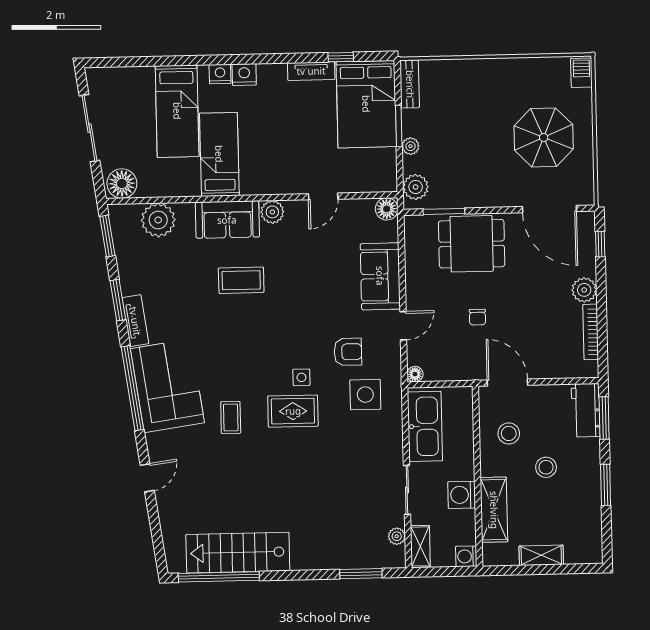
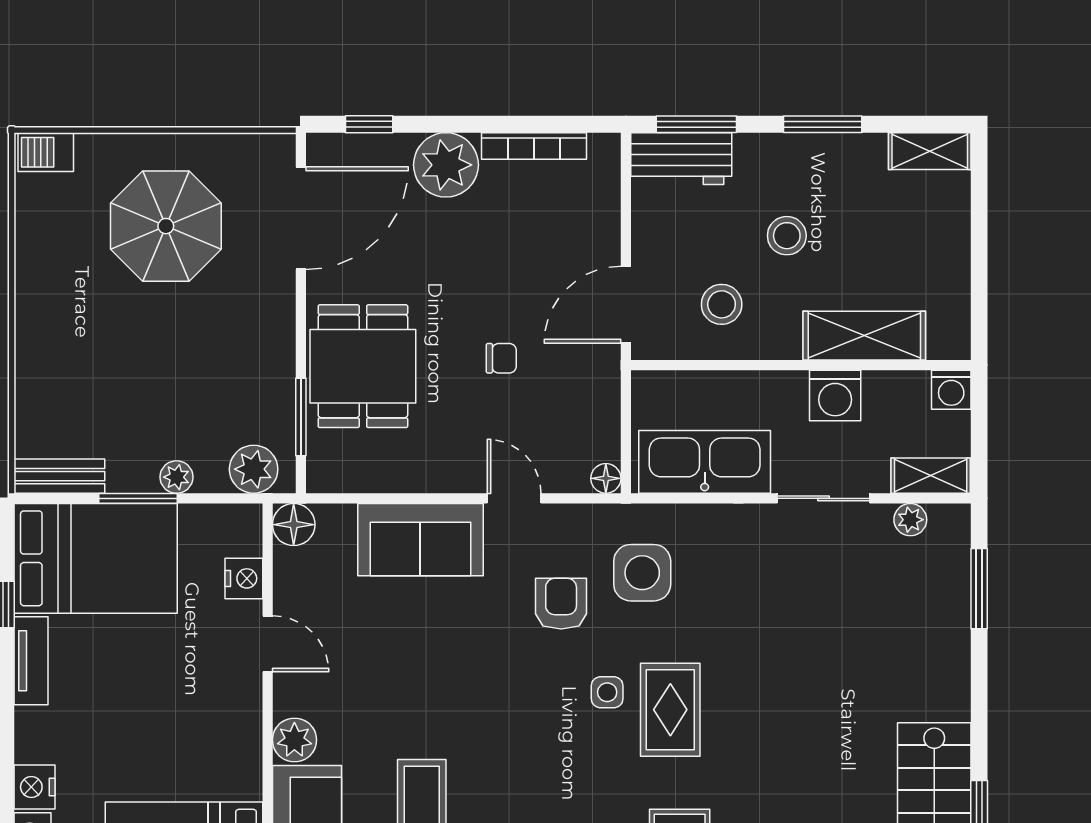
nightstand: (357, 183) -> (244, 578), added
plant: (584, 290) -> (446, 165), width x1.36, depth x1.36
shelving: (541, 555) -> (930, 151), moved, turned 90

